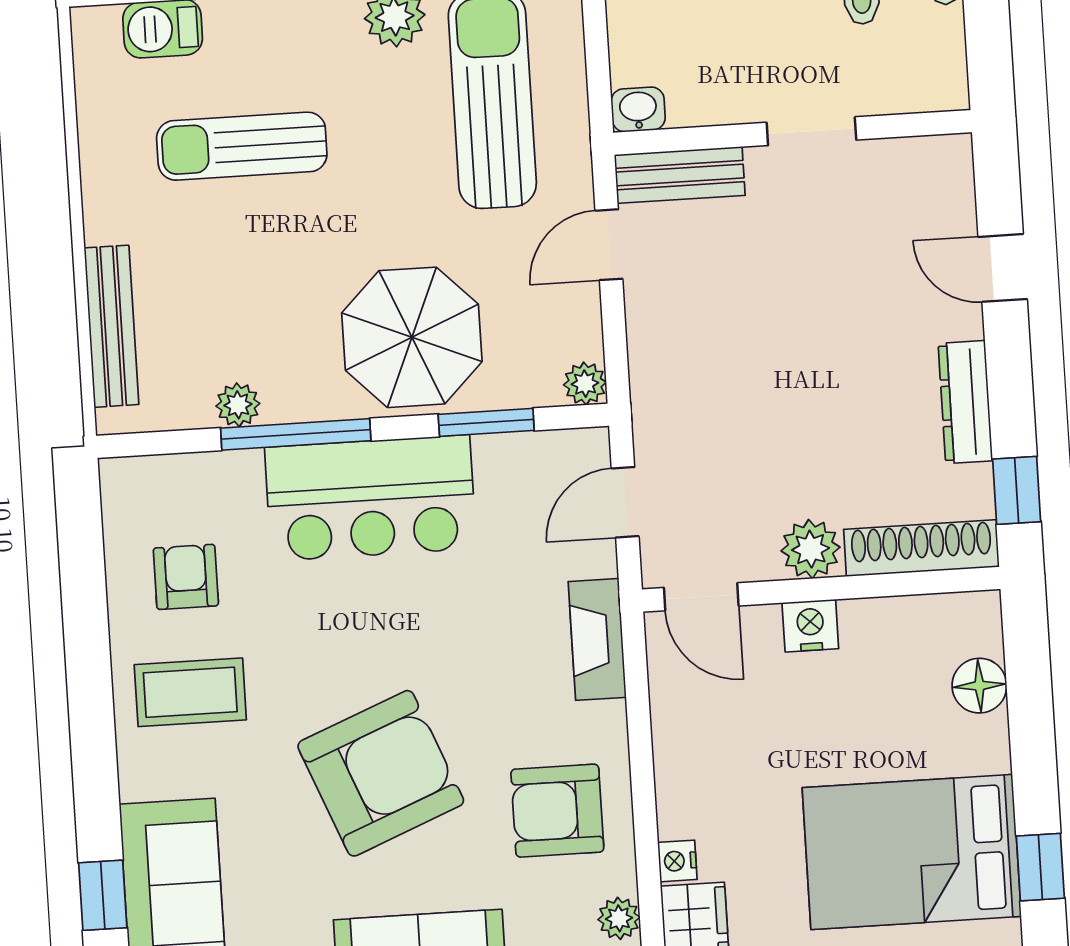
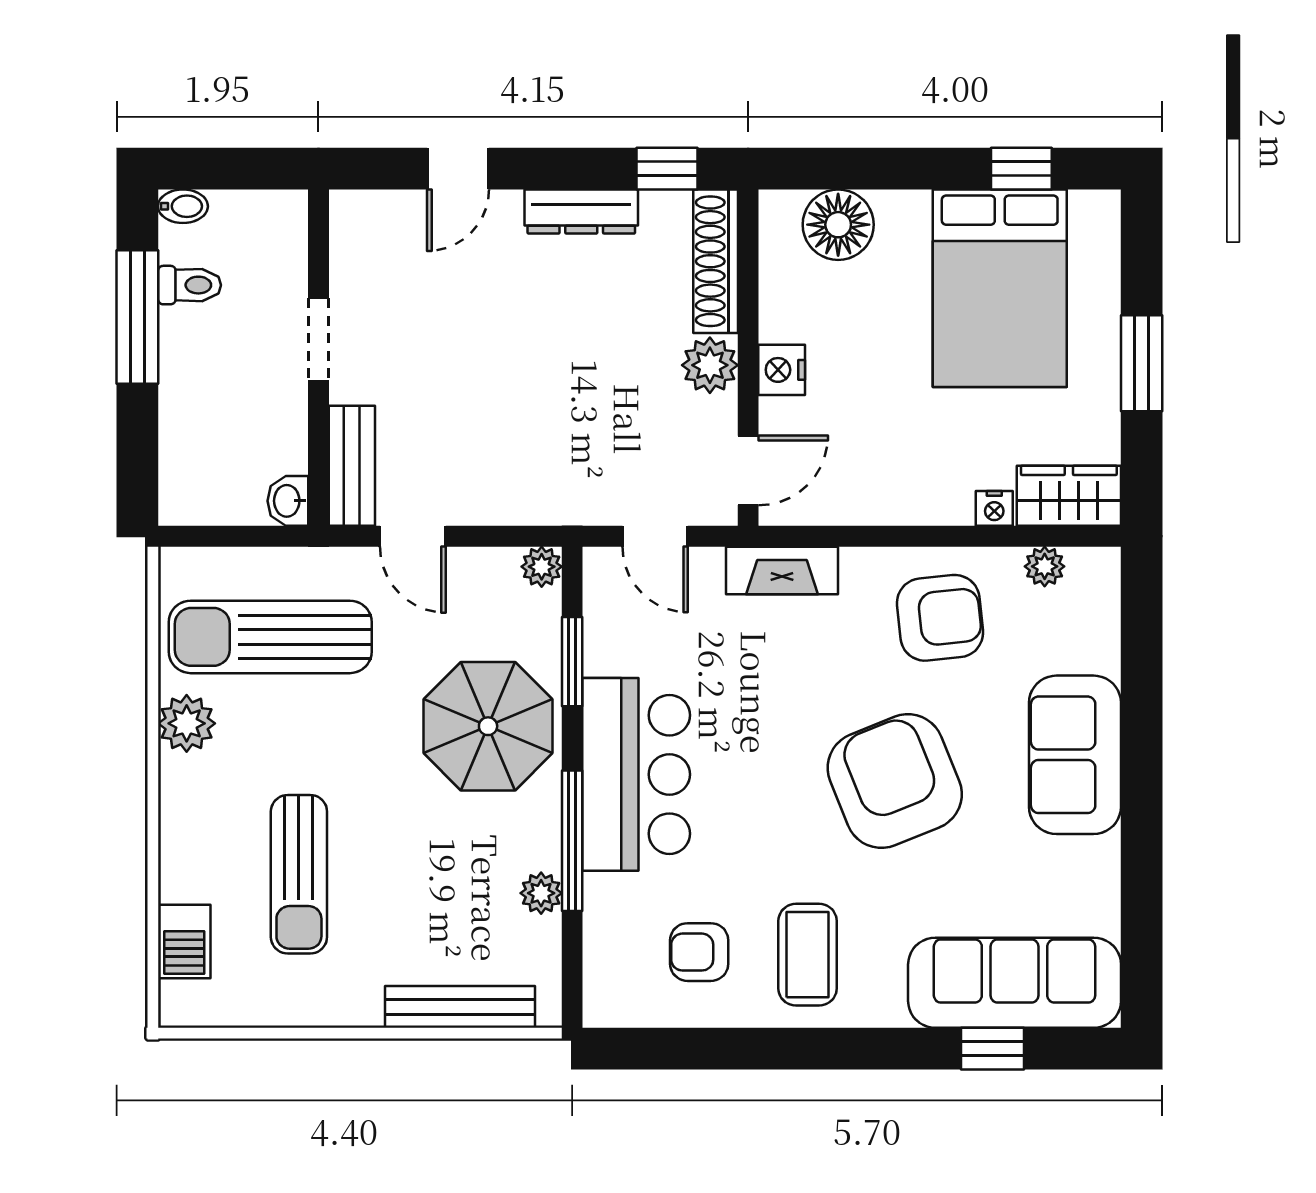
floor lamp: (979, 686) -> (838, 225), width x1.38, depth x1.38
armchair: (557, 811) -> (940, 618), turned -96

